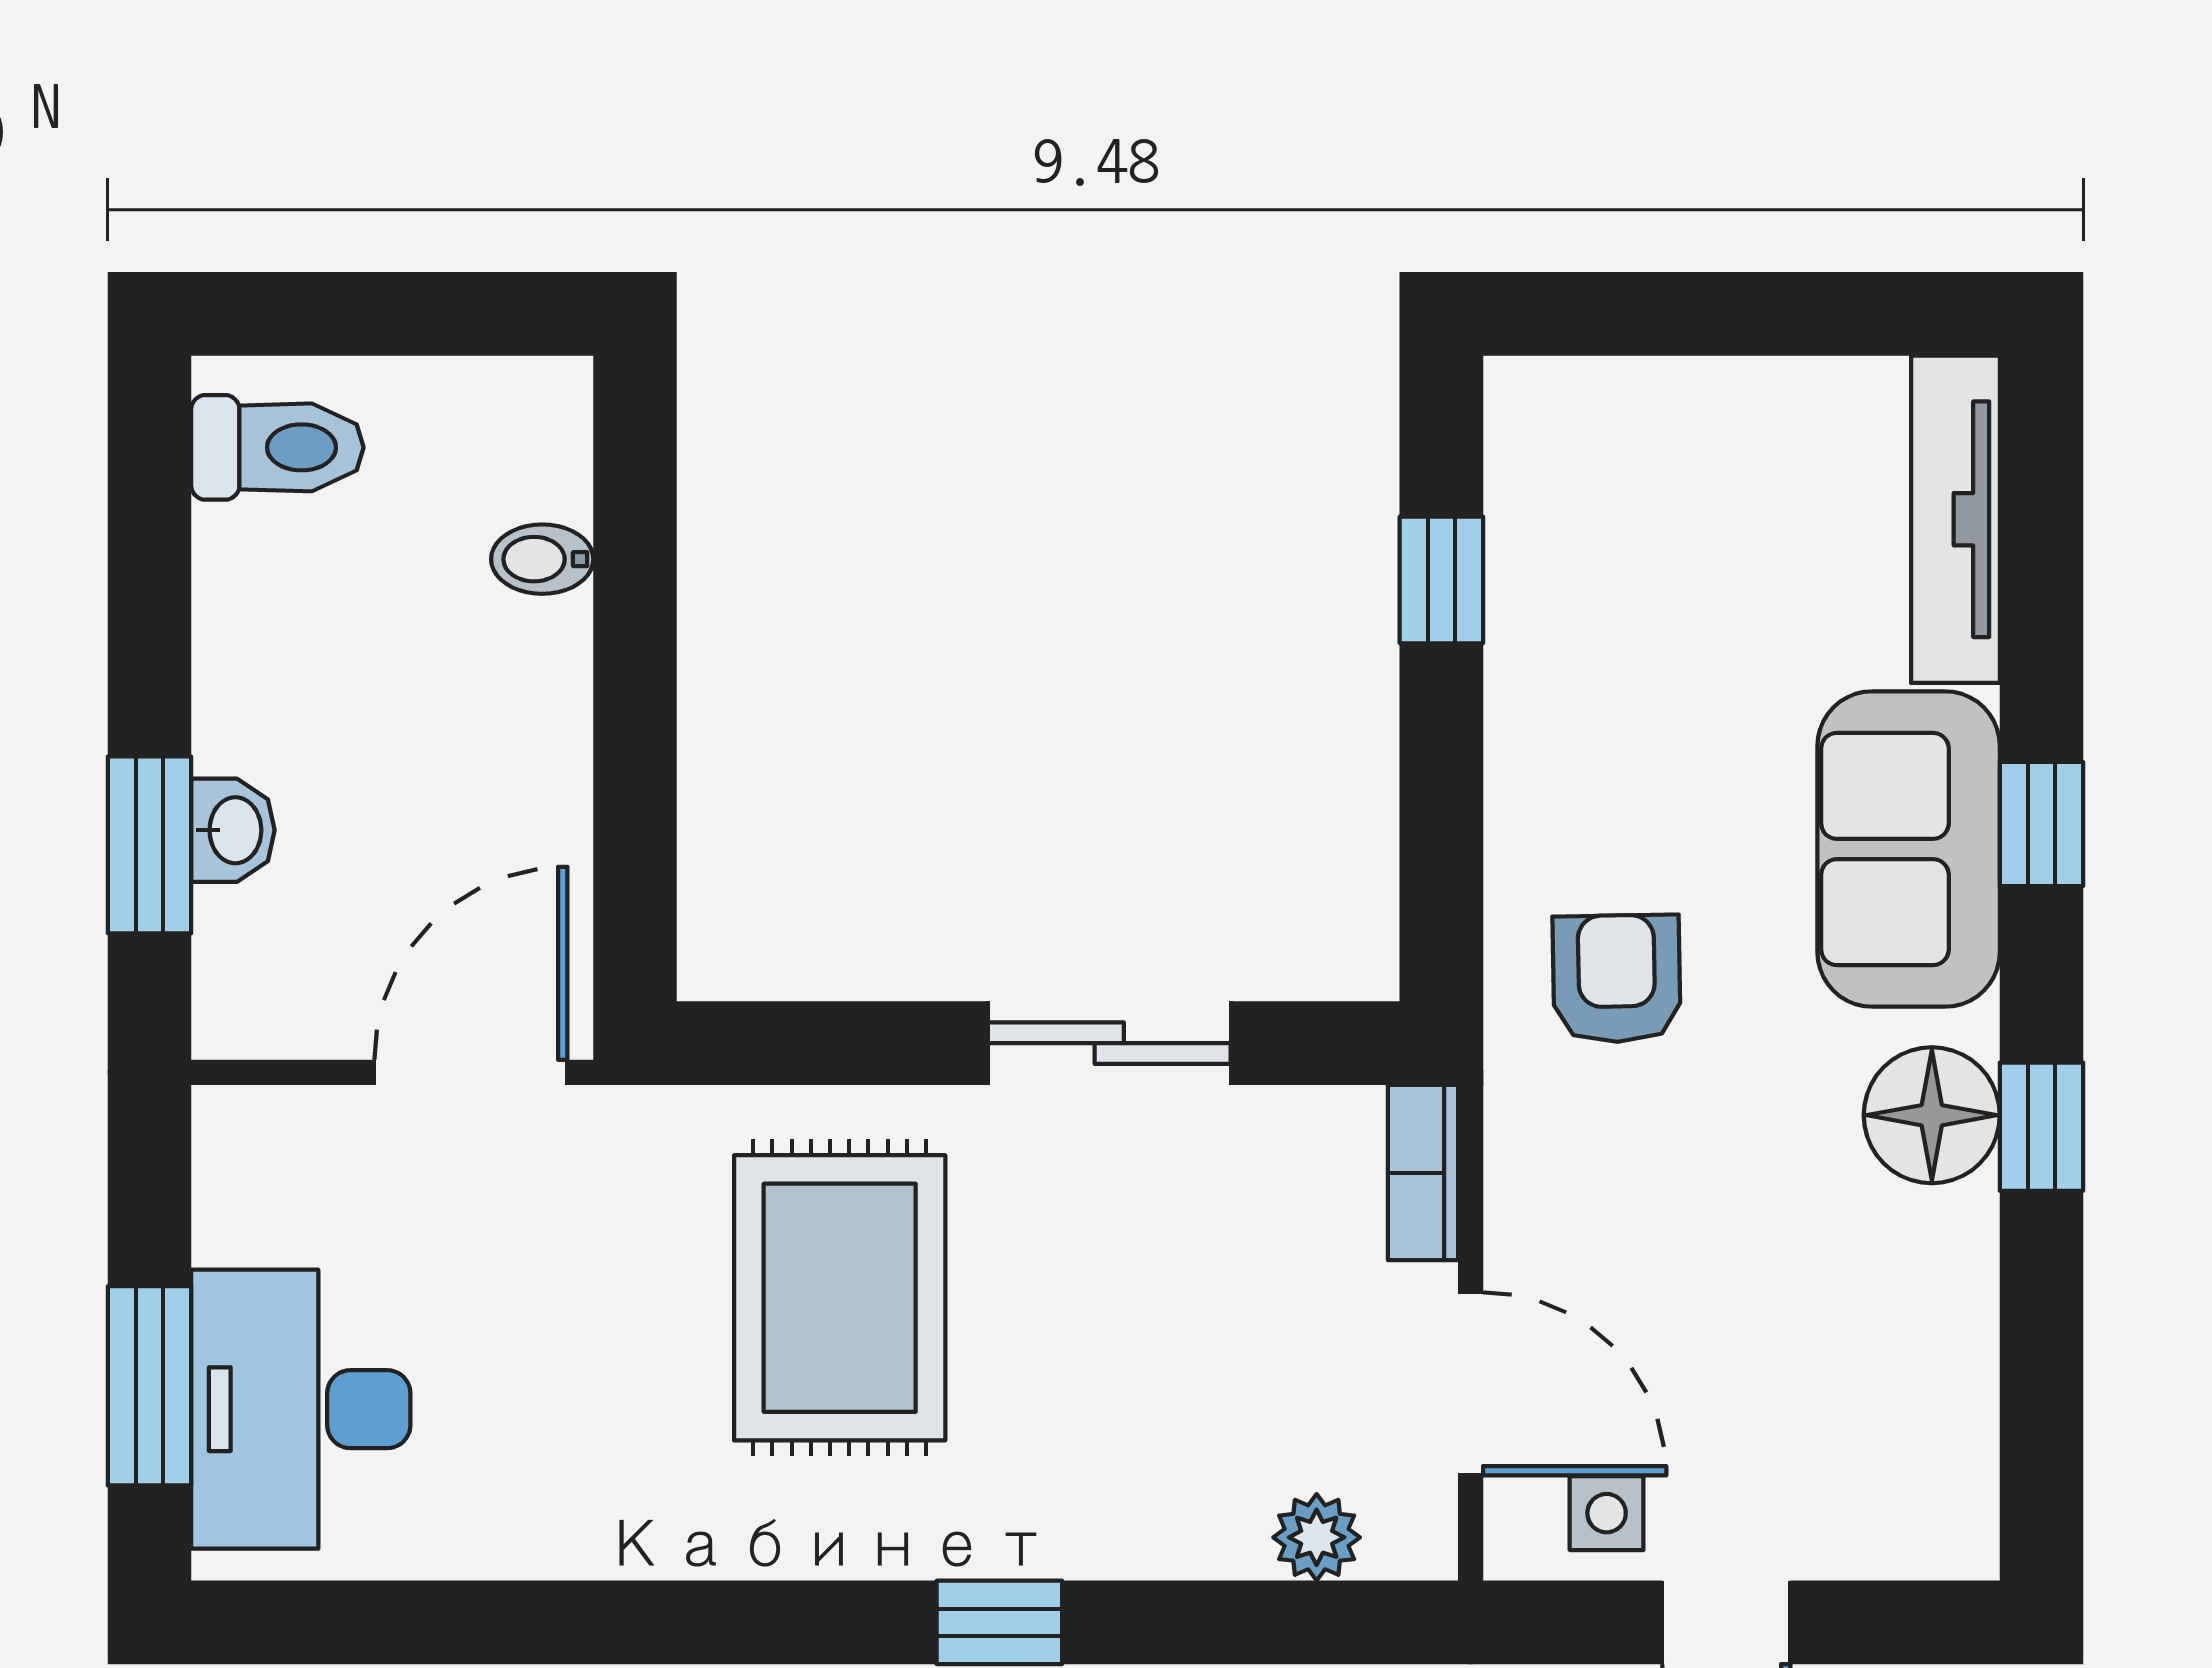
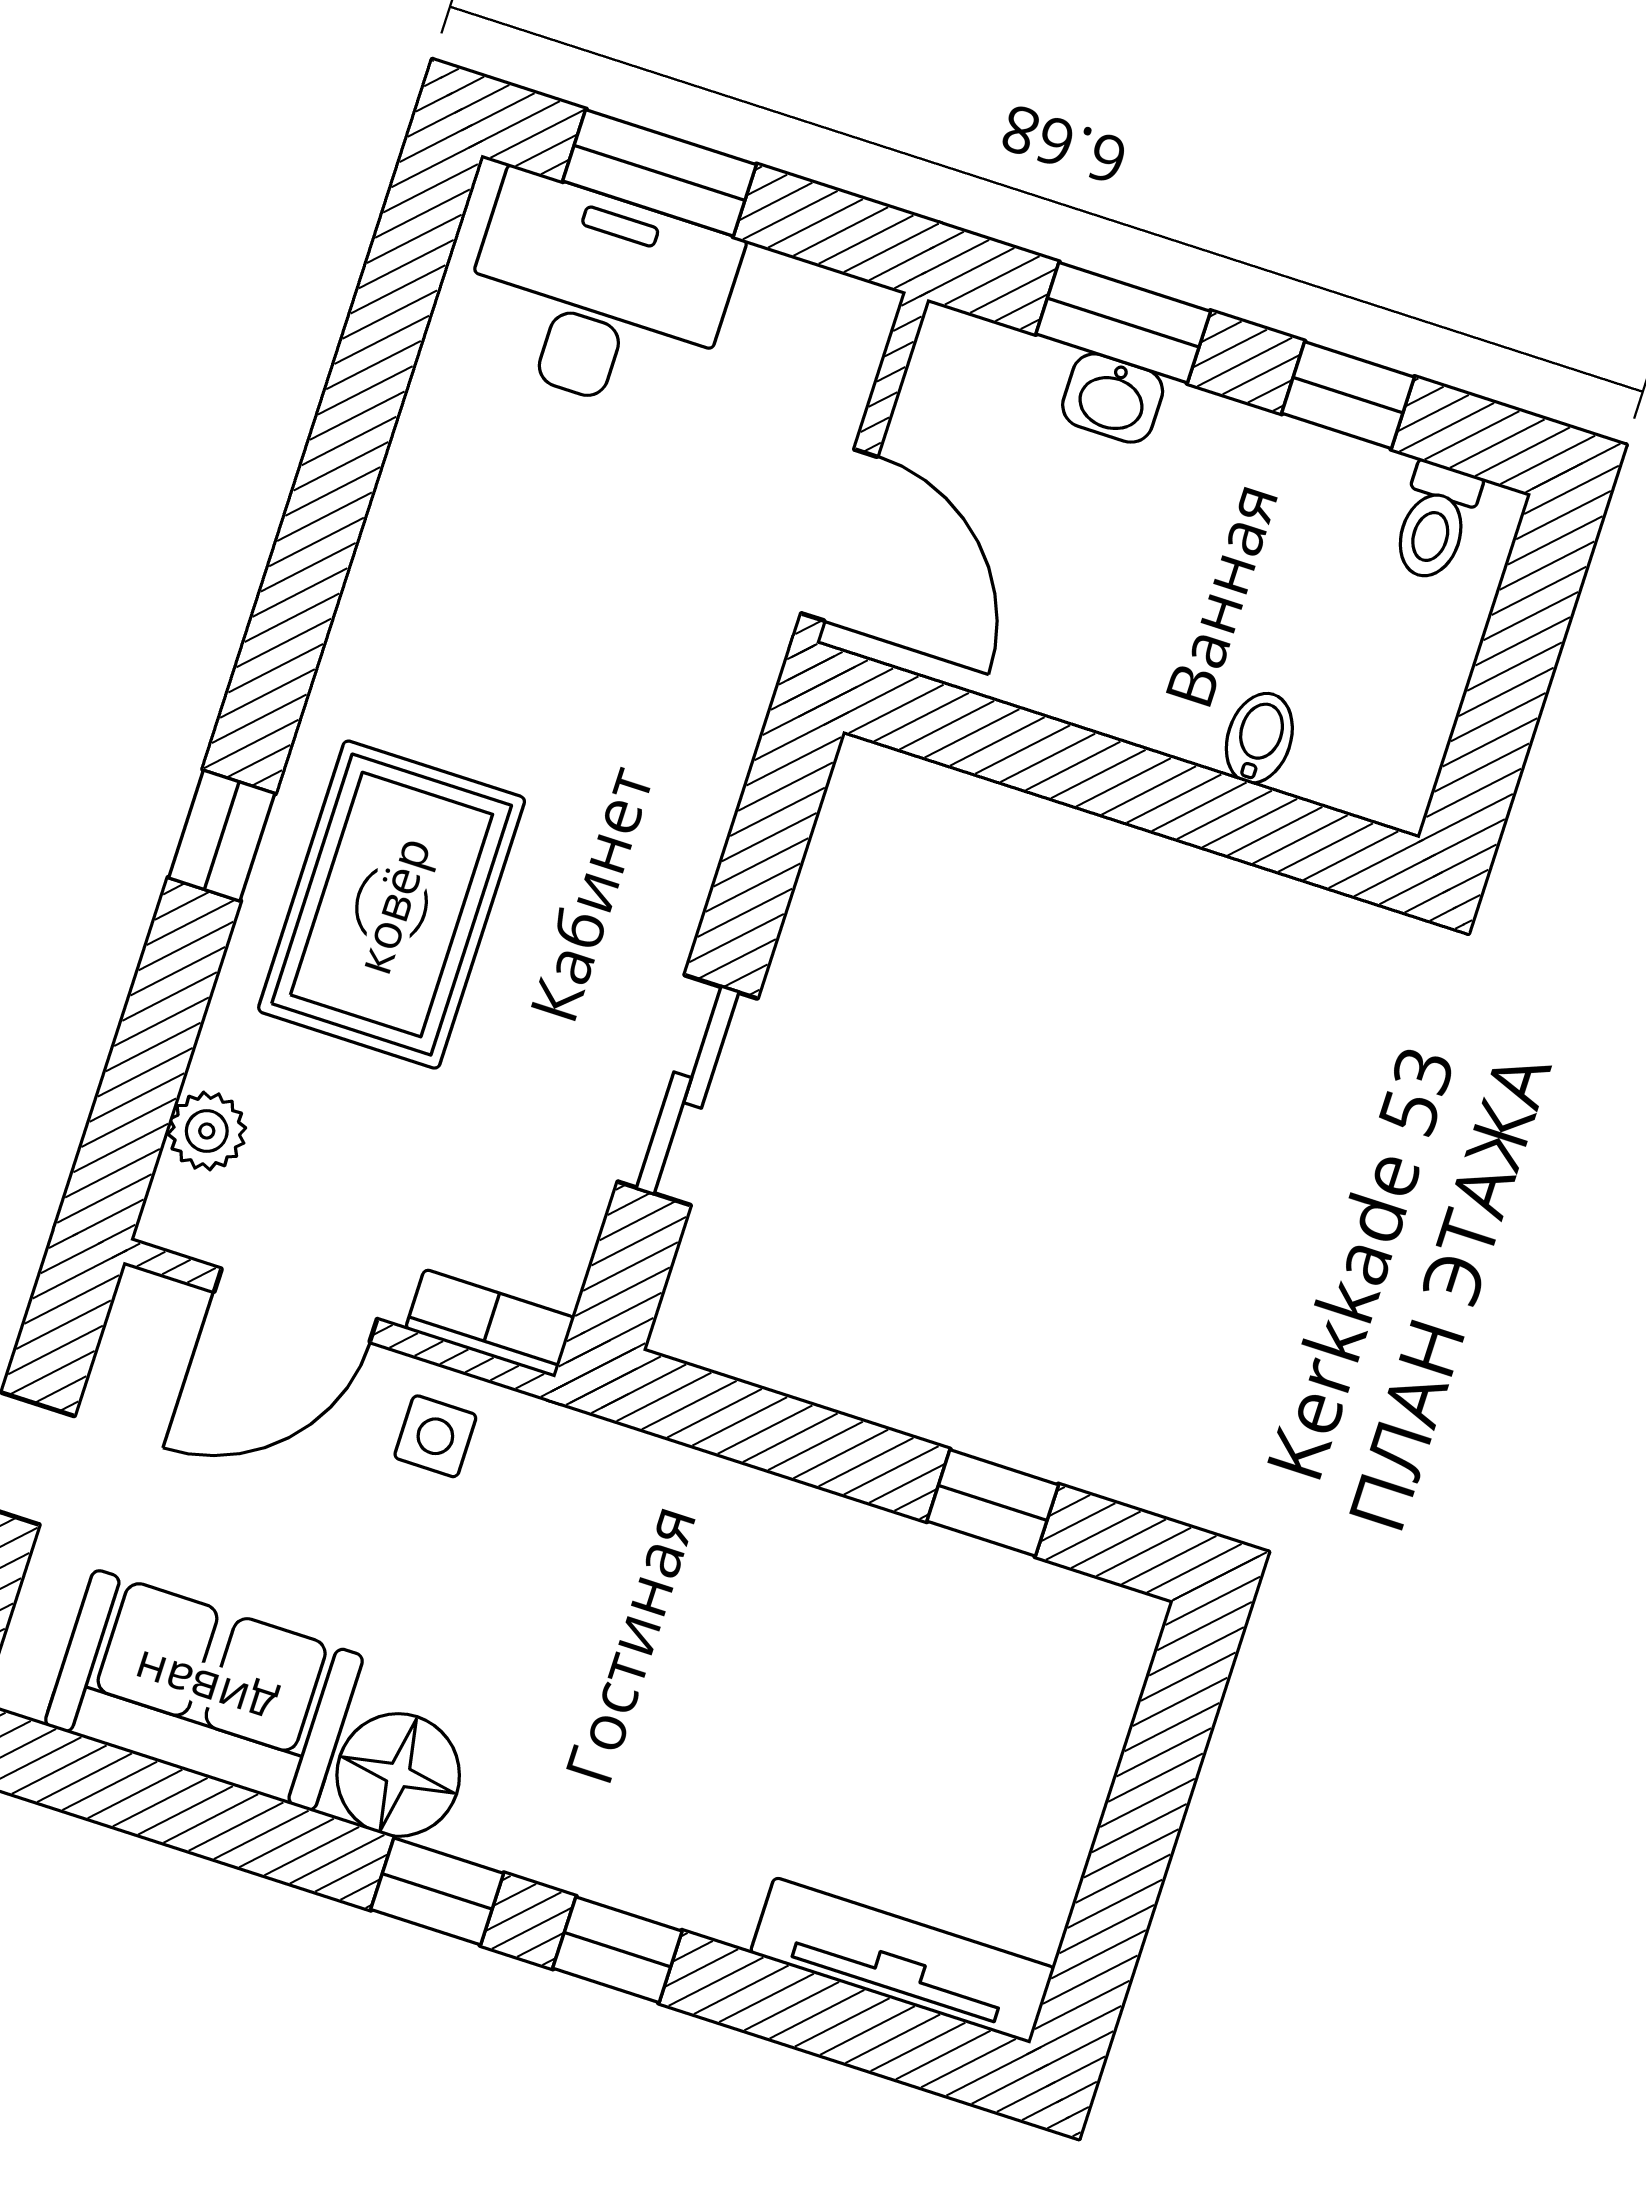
toilet: (277, 447) -> (1435, 522), width x0.73, depth x0.72
window: (150, 583) -> (1348, 395), added
sofa: (1909, 849) -> (204, 1690), moved
armchair: (1617, 979) -> (602, 1543), removed
window: (2041, 1127) -> (437, 1891), moved
rug: (840, 1298) -> (392, 905), moved, turned 90
side table: (1607, 1513) -> (435, 1436), moved

